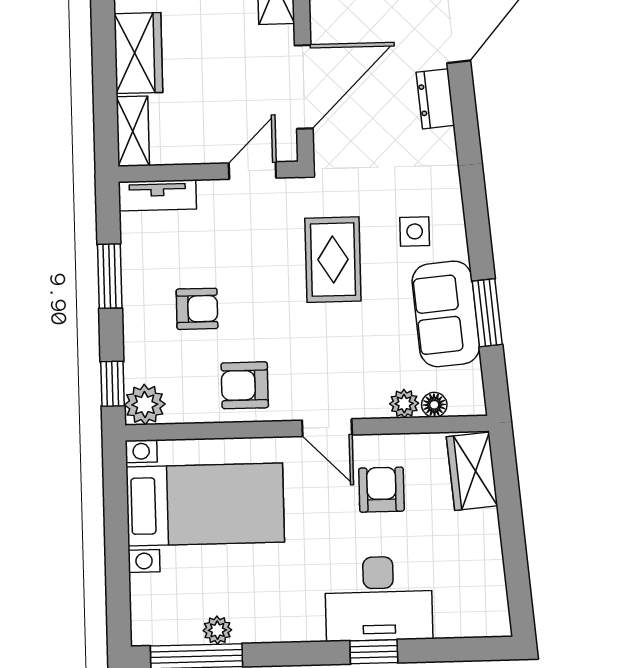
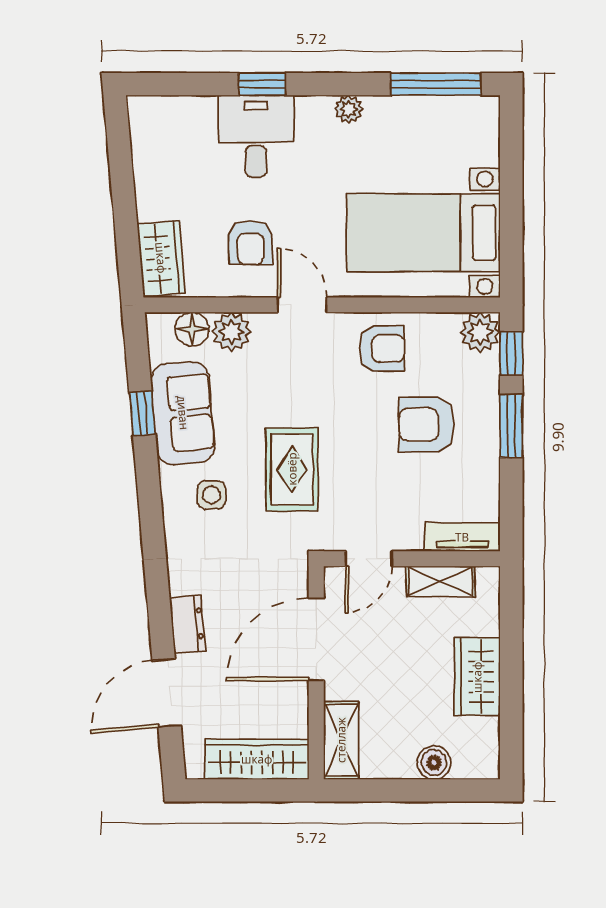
shelving: (133, 131) -> (440, 581), moved, turned 90
window: (110, 276) -> (511, 426), moved
armchair: (197, 309) -> (426, 425), width x1.38, depth x1.38
window: (487, 313) -> (142, 413), width x0.67
plant: (404, 404) -> (231, 332), width x1.38, depth x1.38
floor lamp: (434, 405) -> (192, 329), width x1.37, depth x1.37
desk: (379, 599) -> (256, 136), width x0.73
plant: (217, 630) -> (349, 109), moved

